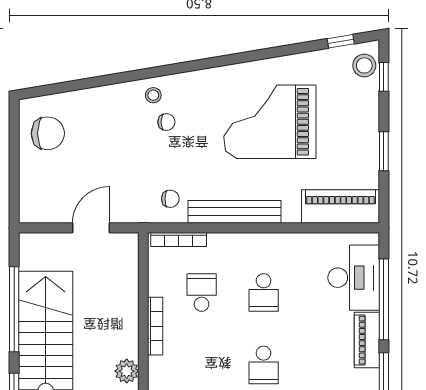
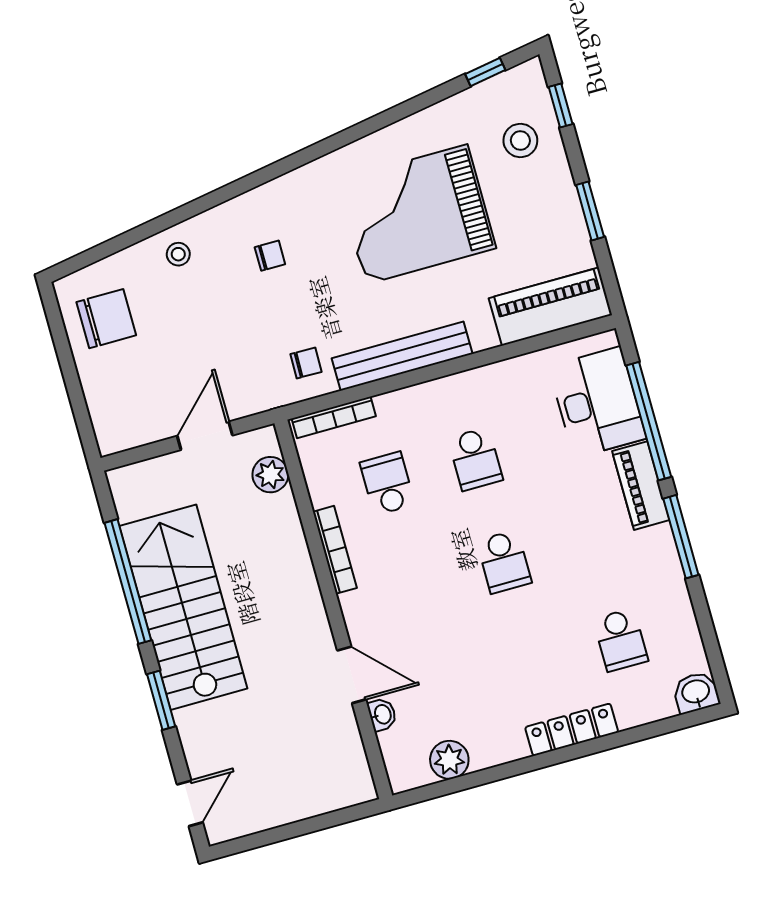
stool: (364, 65) -> (520, 141), moved
stool: (153, 95) -> (178, 254), moved
plant: (127, 371) -> (270, 475), moved

